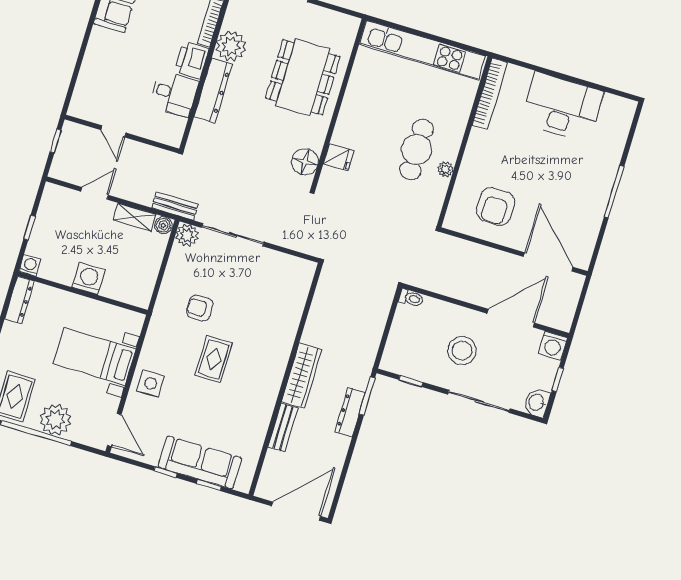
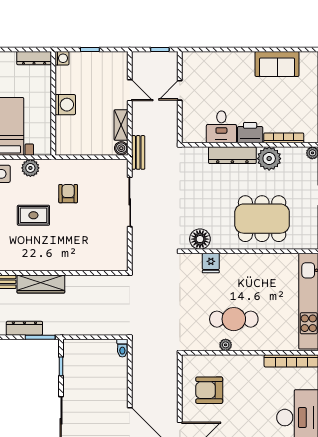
plant: (187, 235) -> (30, 168), moved
stool: (462, 351) -> (95, 397), removed

